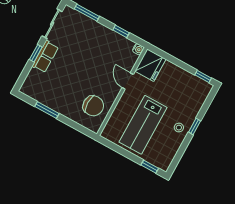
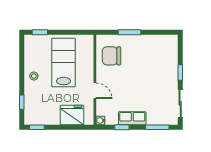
row of seats: (45, 57) -> (132, 118), moved, turned 90
fridge: (150, 65) -> (72, 115), moved, turned 90
window: (47, 110) -> (129, 32), moved
window: (195, 126) -> (22, 102), moved

